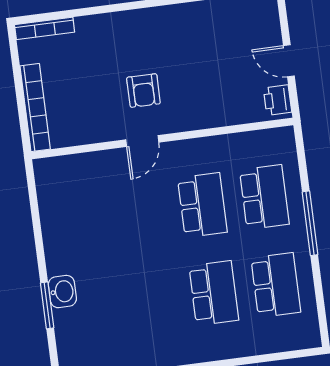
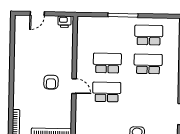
door: (289, 61) -> (37, 14), moved
armchair: (143, 91) -> (51, 82), turned 90
school desk: (264, 197) -> (107, 92), moved

